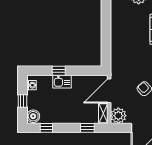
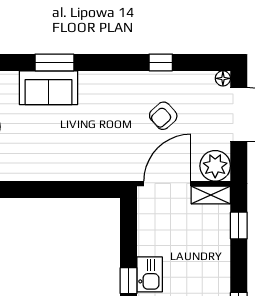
door: (109, 91) -> (167, 184), swing flipped

